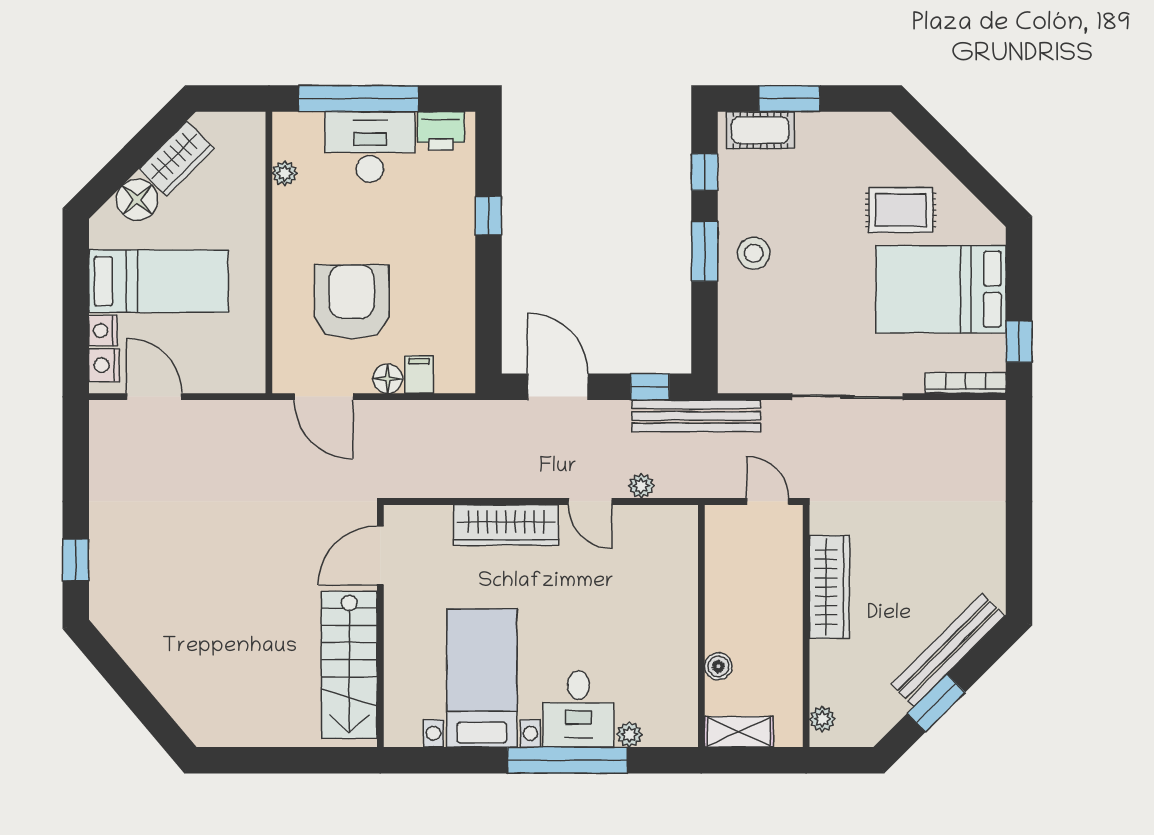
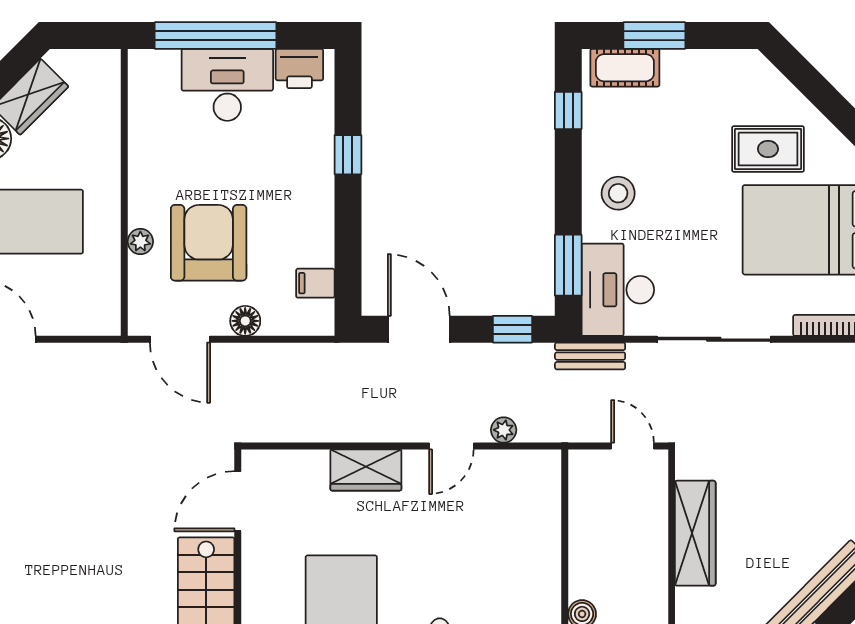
plant: (285, 173) -> (140, 241), moved
window: (705, 251) -> (568, 265), moved
desk: (753, 348) -> (618, 290), added
filing cabinet: (419, 374) -> (315, 283), moved, turned -90
bench: (696, 416) -> (590, 356), width x0.54, depth x0.82
door: (590, 501) -> (451, 446), hinge flipped
wardrobe: (506, 525) -> (366, 470), width x0.67

